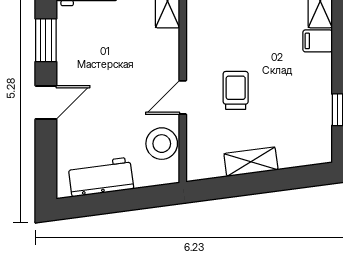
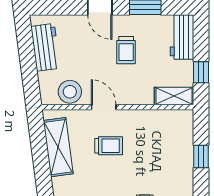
trolley: (105, 67) -> (126, 50), added
shelving: (251, 162) -> (58, 147), width x1.50, depth x1.33

